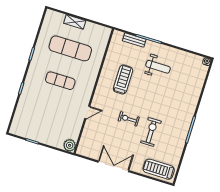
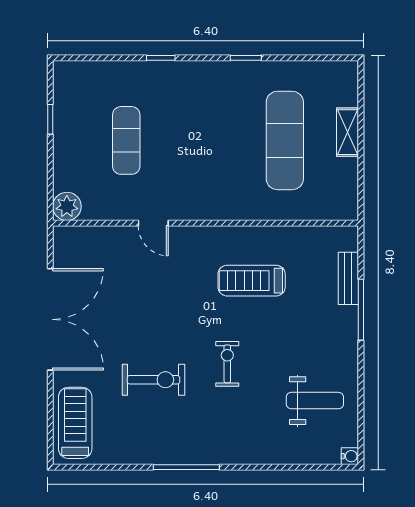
weight bench: (158, 67) -> (315, 401), moved, turned -90
treadmill: (123, 80) -> (252, 281), turned 180
exercise mat: (60, 81) -> (126, 140), moved
exercise bike: (129, 119) -> (227, 364), moved
double door: (113, 166) -> (50, 319), width x1.36

